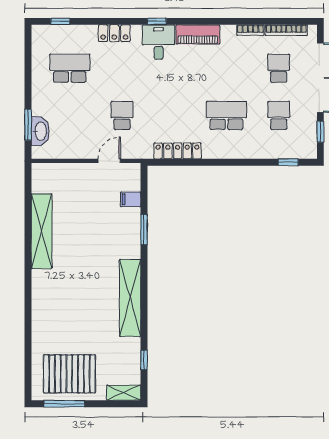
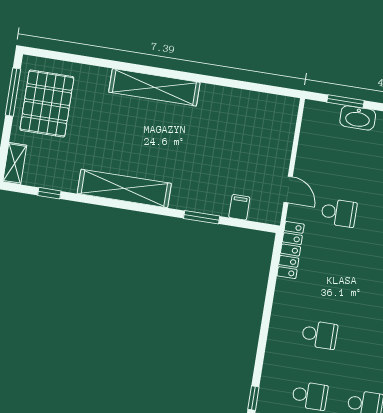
school desk: (226, 115) -> (320, 335), width x0.54
washbasin: (40, 131) -> (358, 118), moved
locker: (177, 151) -> (291, 250), moved
shelving: (42, 231) -> (154, 87), moved

